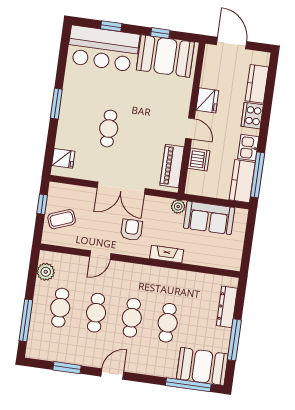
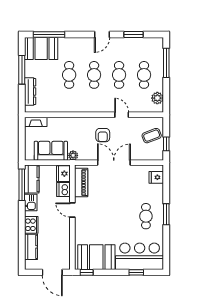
window: (160, 33) -> (87, 272), moved
fridge: (207, 100) -> (63, 174), moved
cafe table: (109, 129) -> (146, 216), moved
fireplace: (167, 254) -> (36, 122), moved
door: (100, 255) -> (122, 115), hinge flipped

